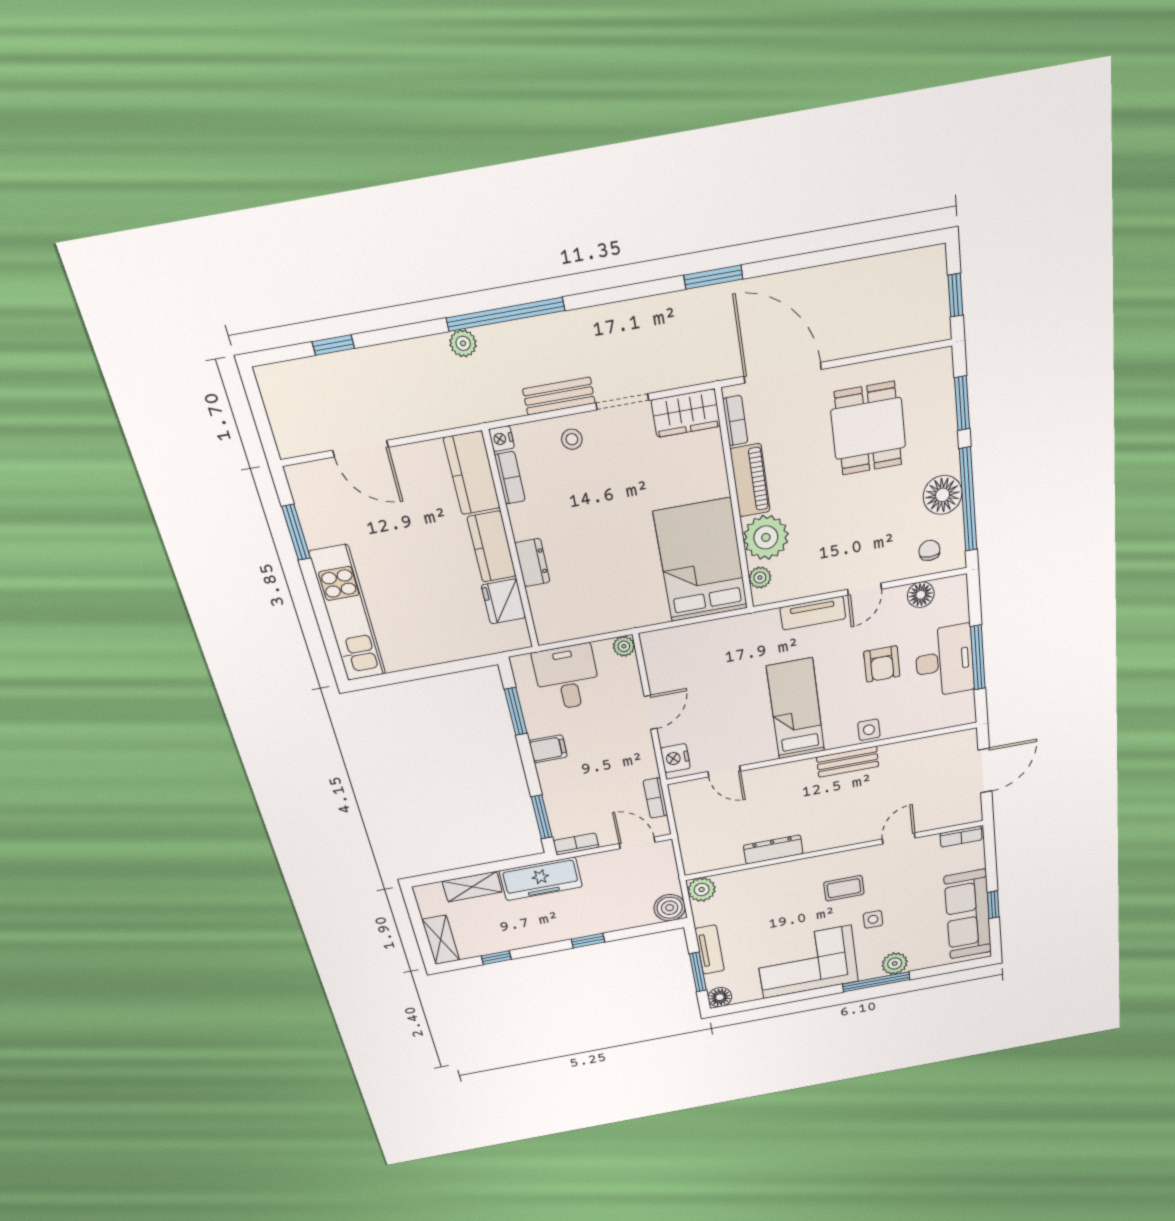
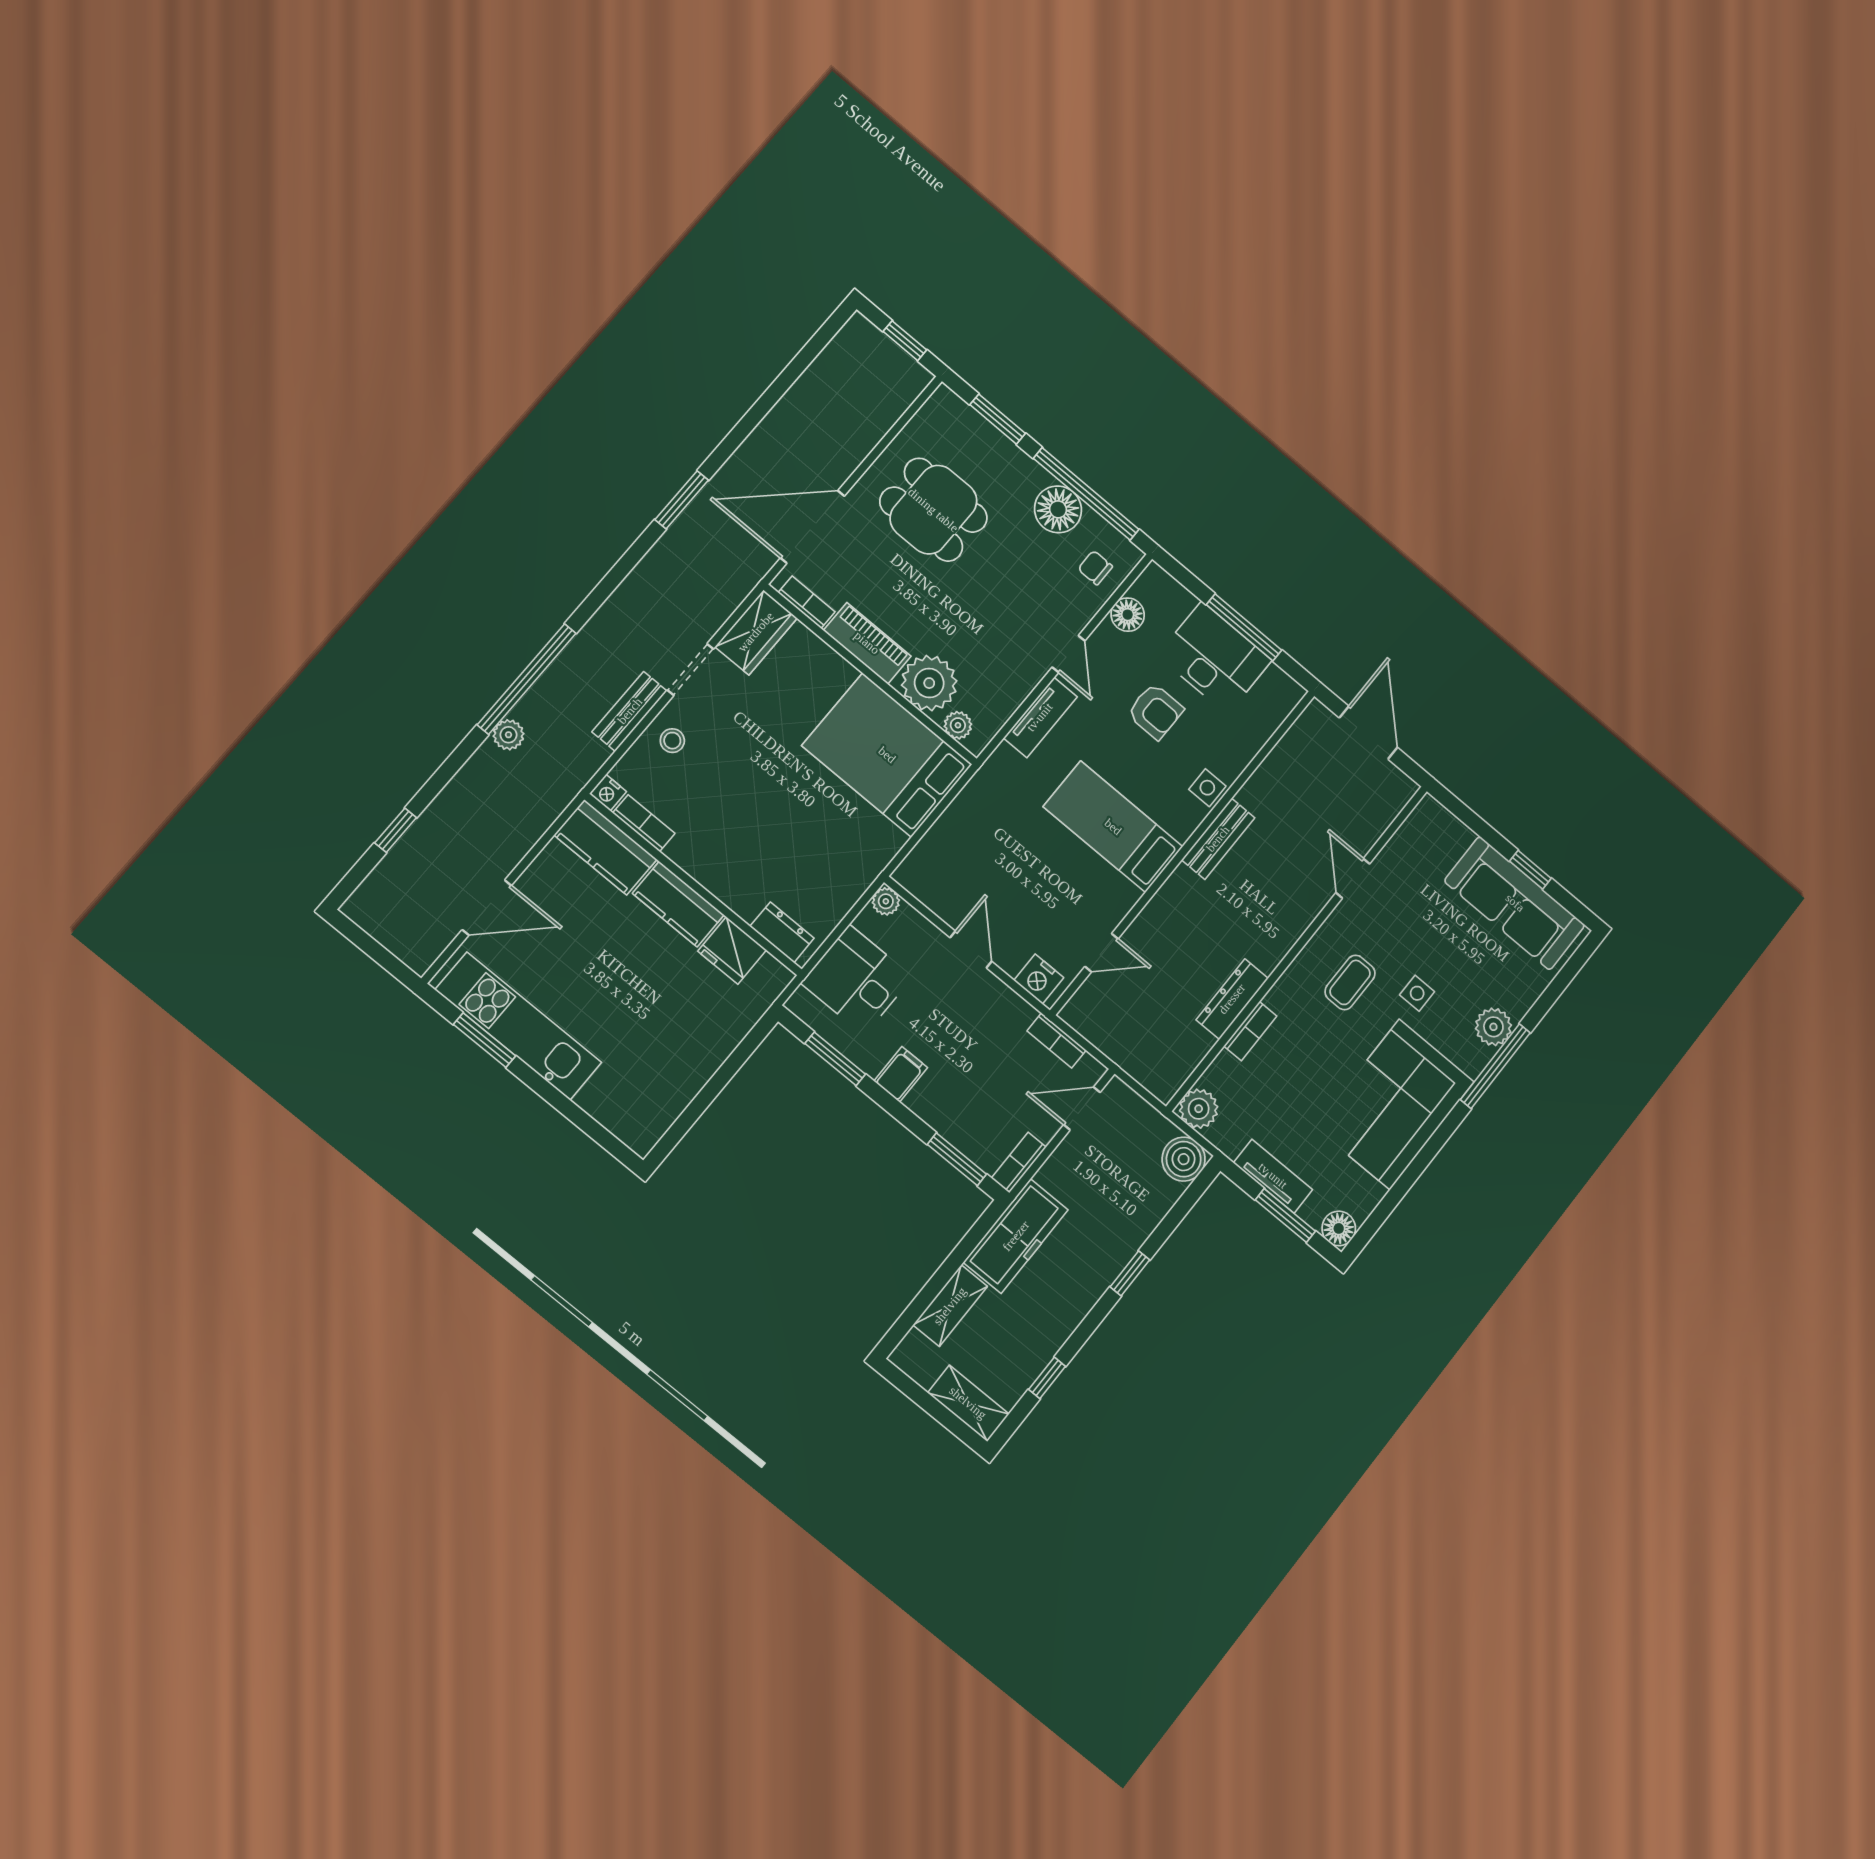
dresser: (532, 563) -> (782, 932), moved
kitchen unit: (348, 614) -> (518, 1026), moved
bookcase: (961, 837) -> (1250, 1031), moved

